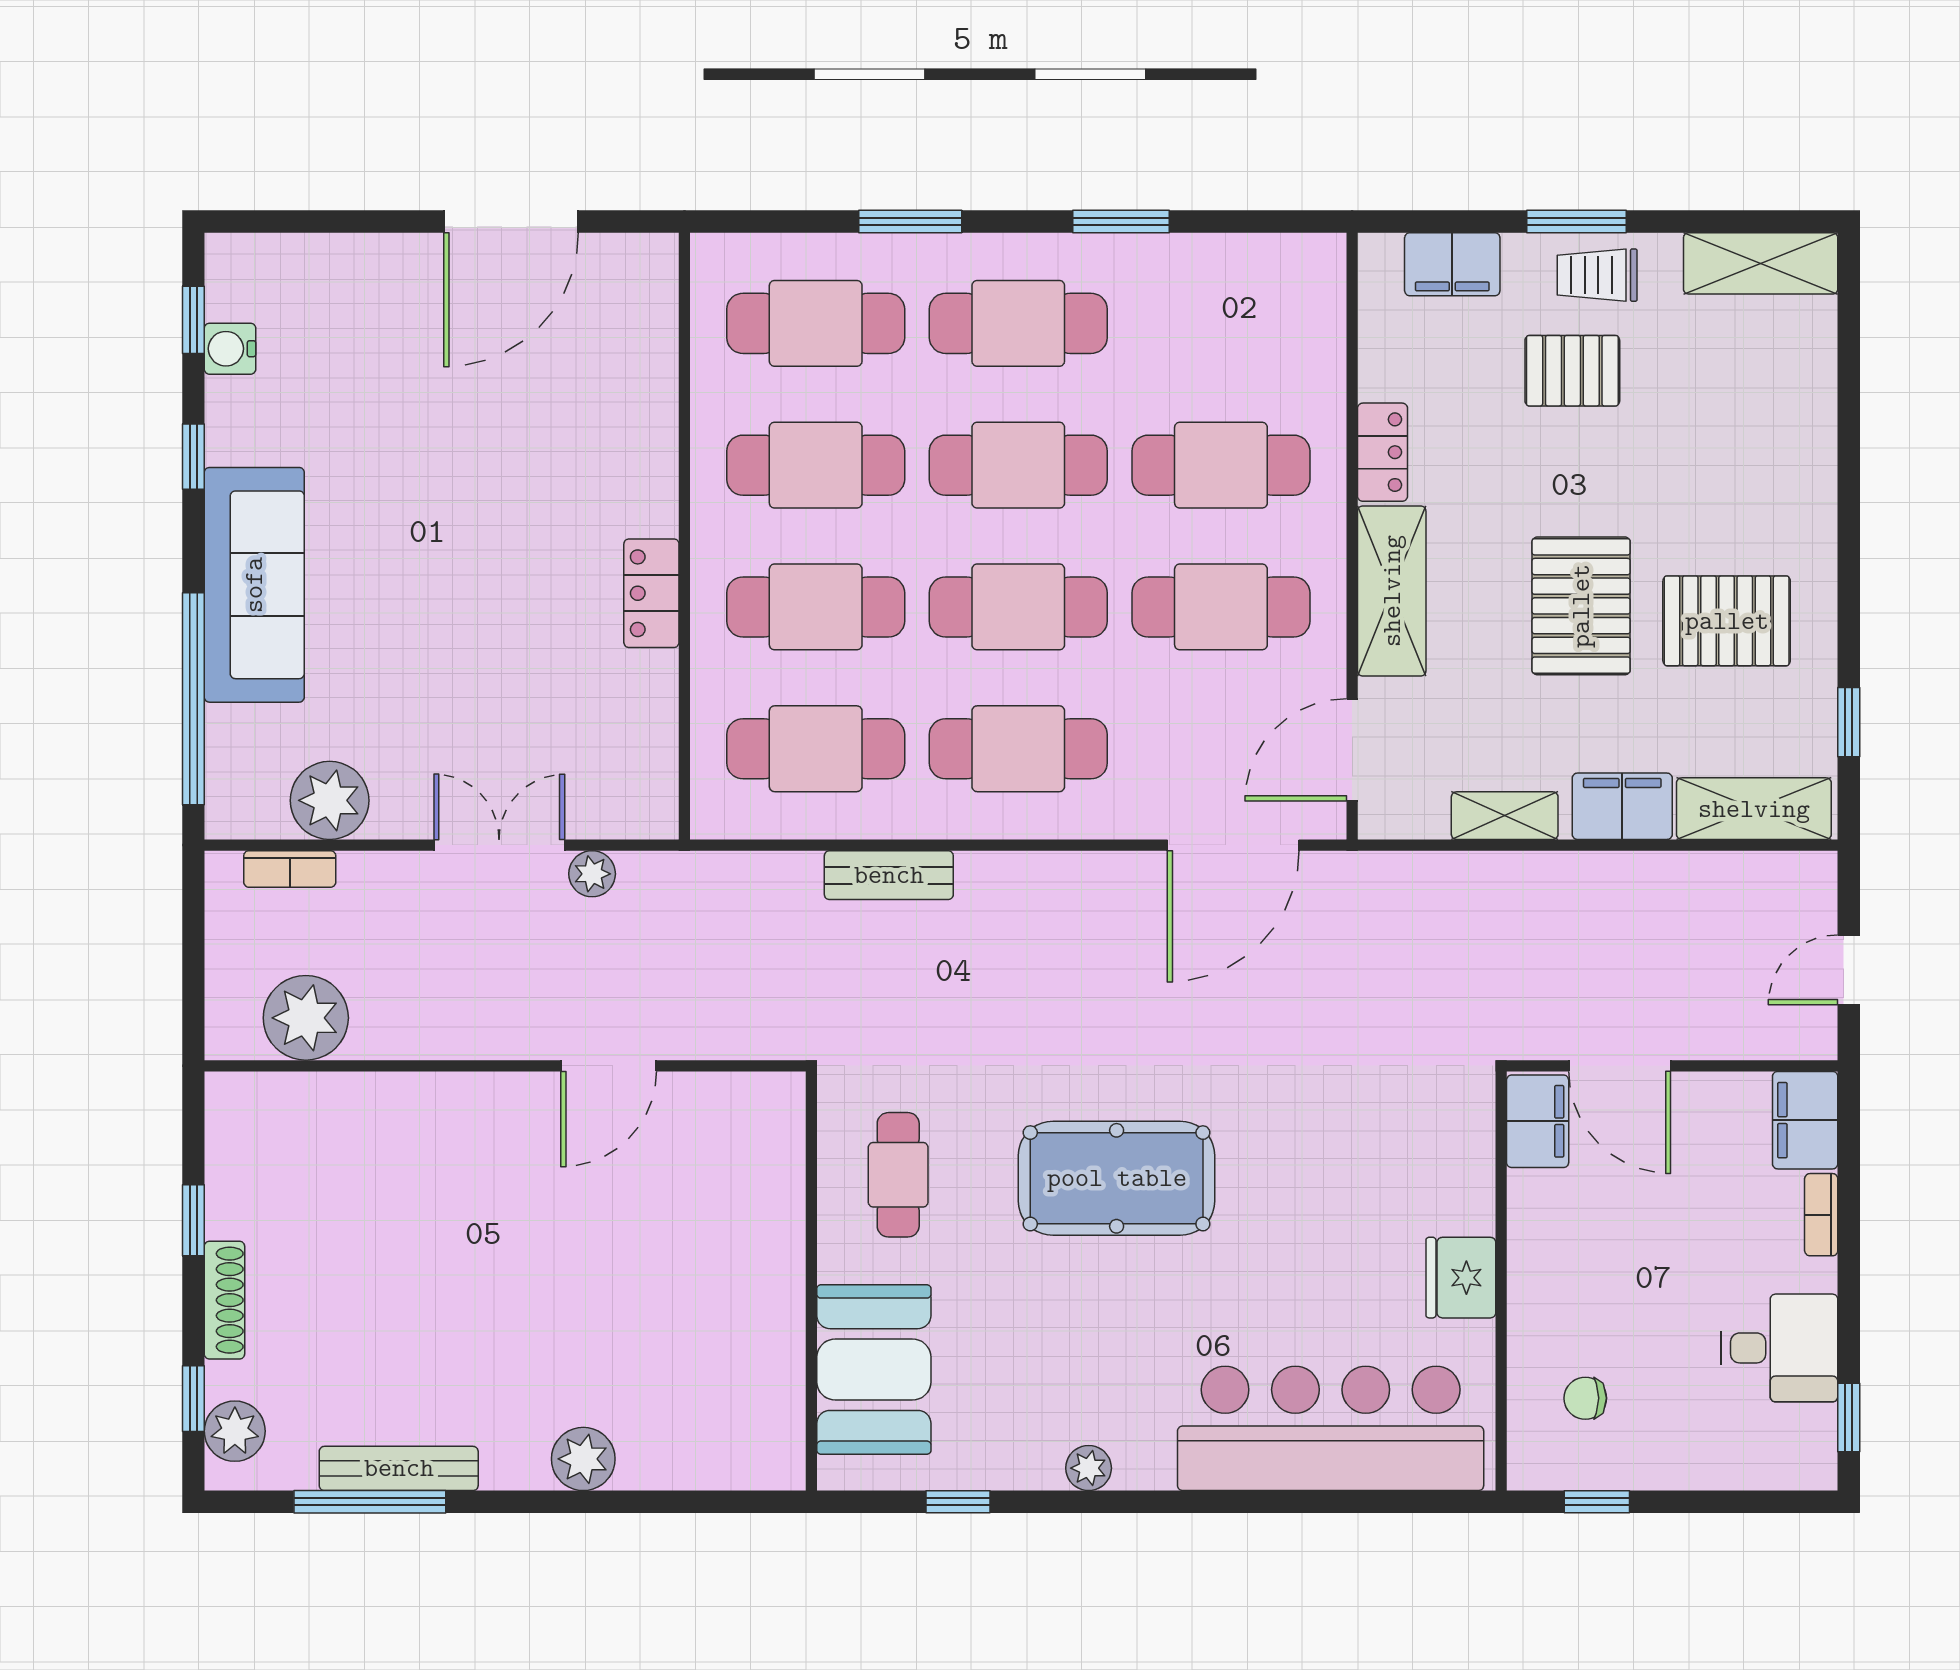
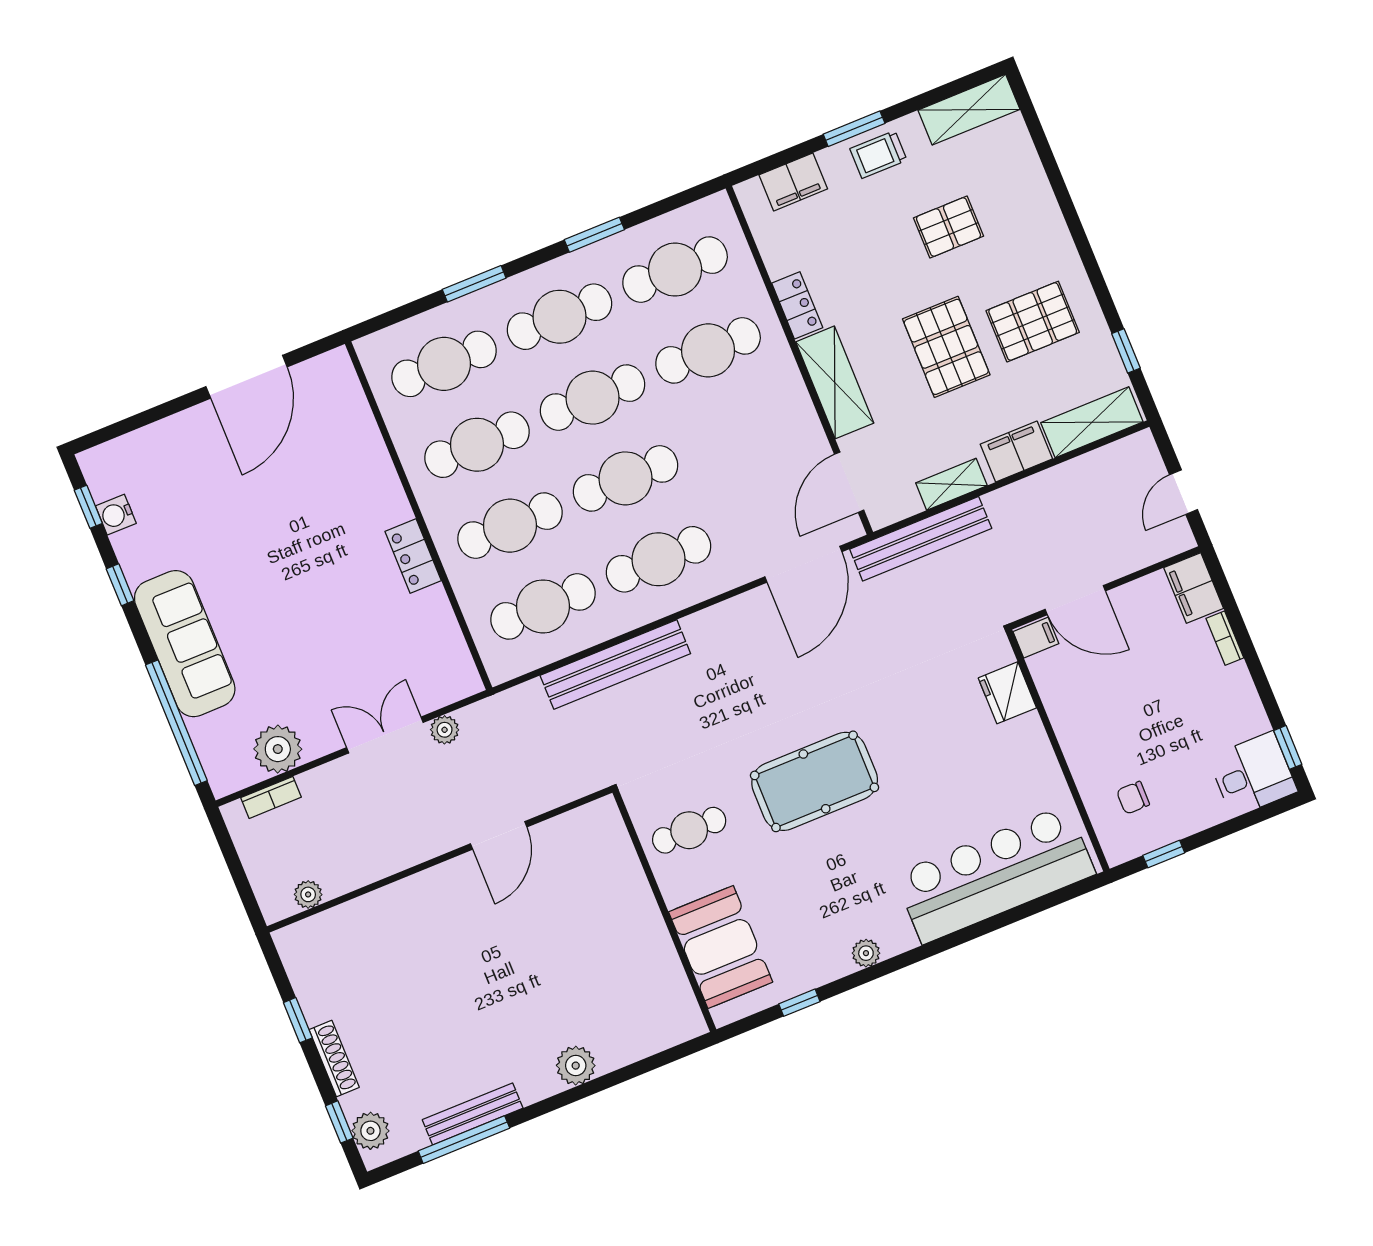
pallet: (1572, 371) -> (949, 227), moved
cafe table: (1221, 607) -> (675, 270), moved
bench: (889, 875) -> (615, 665), width x1.86, depth x1.21
bench: (1425, 879) -> (921, 539), added
plant: (306, 1018) -> (308, 894), width x0.53, depth x0.53
filing cabinet: (1538, 1121) -> (1036, 638), width x0.50
cafe table: (898, 1175) -> (689, 830), turned 90
fridge: (1461, 1278) -> (1007, 693), moved
desk: (1780, 1348) -> (1253, 774), moved

